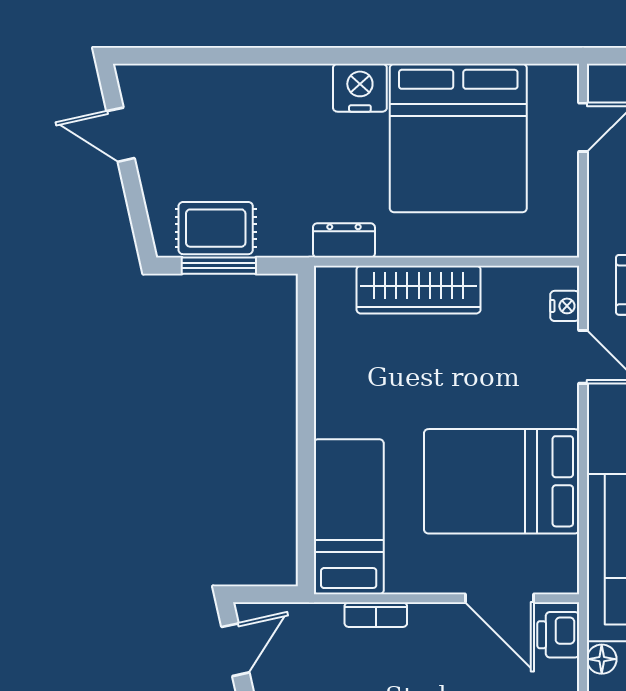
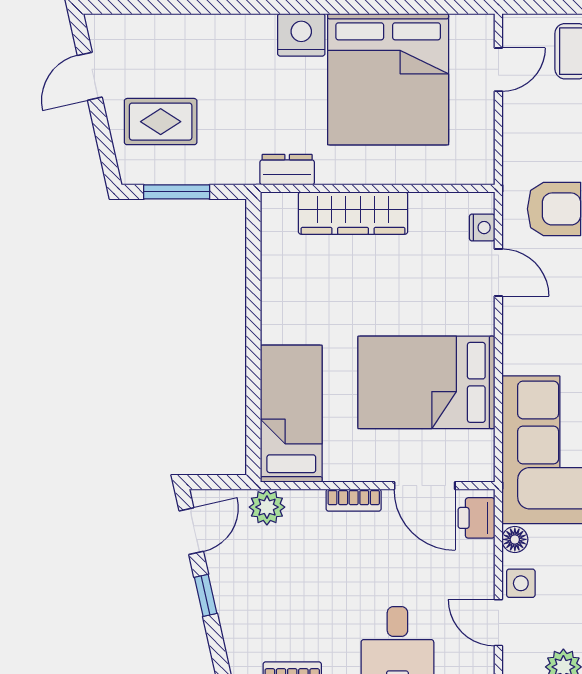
door: (121, 135) -> (90, 76), hinge flipped
rug: (216, 228) -> (161, 122), moved
bookcase: (376, 615) -> (354, 500), moved
plant: (321, 623) -> (267, 507), added

